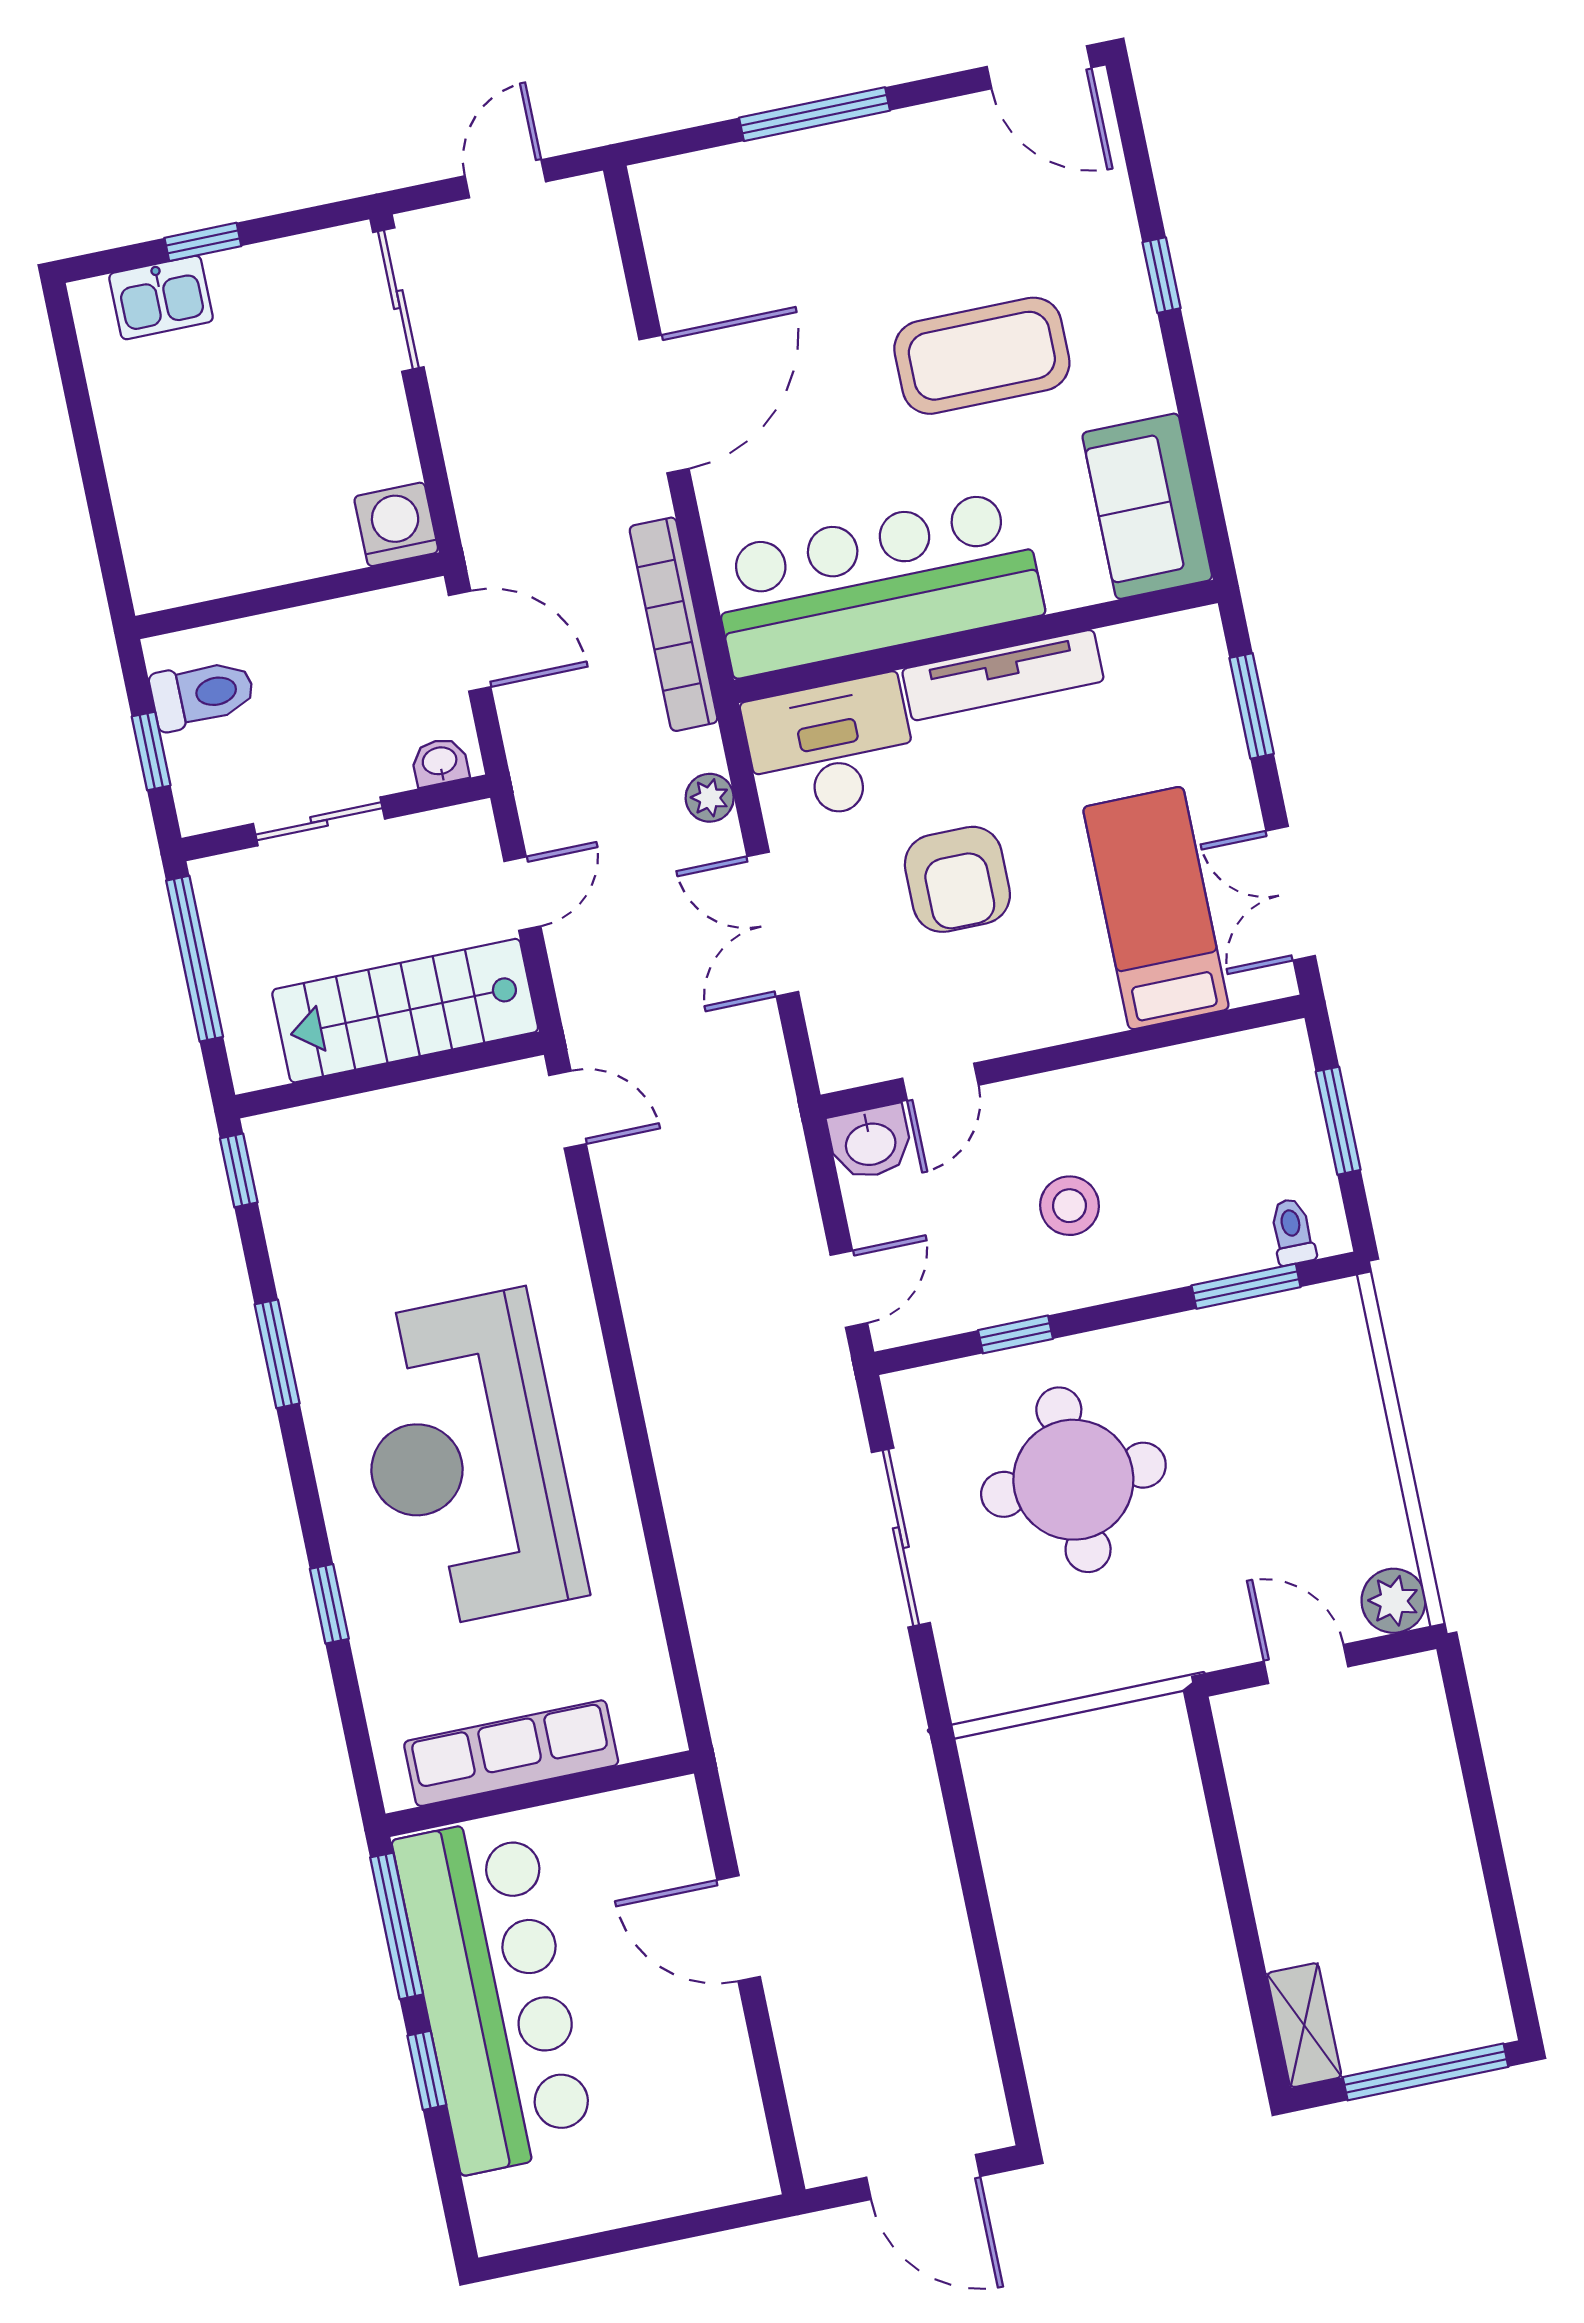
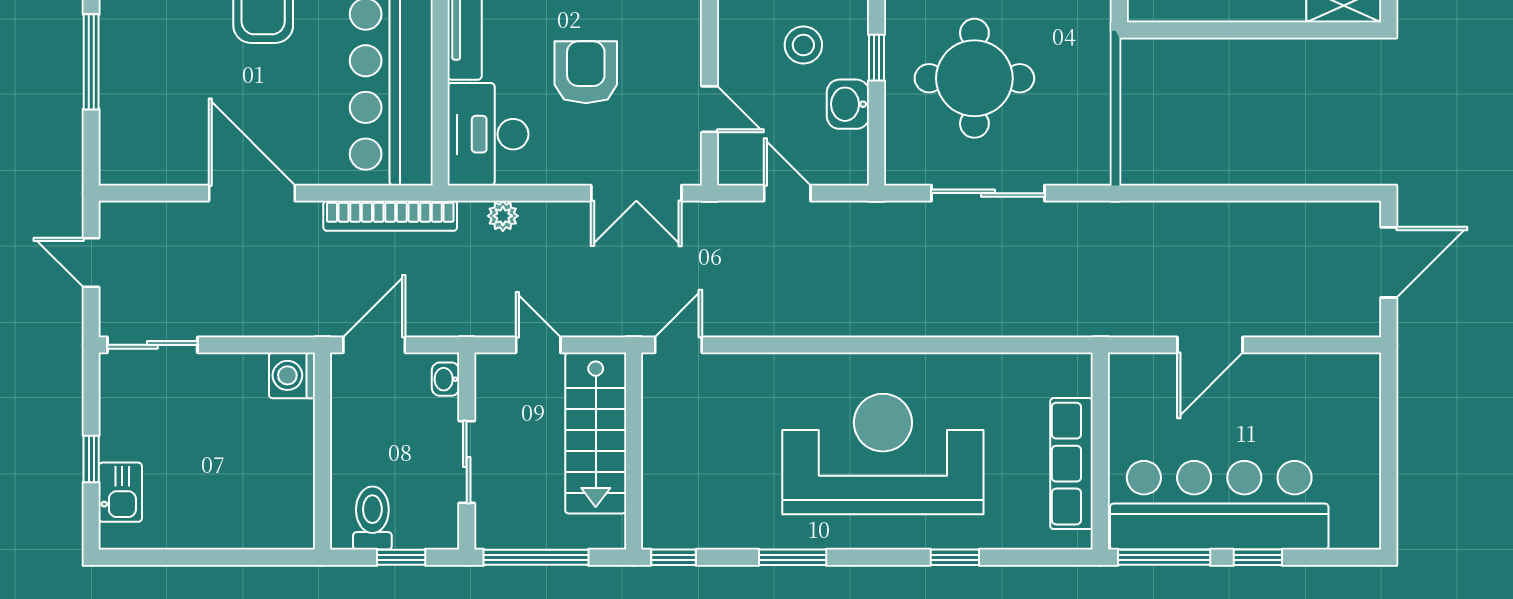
armchair: (957, 879) -> (586, 72), turned -90
double door: (773, 924) -> (636, 193), moved
washbasin: (870, 1142) -> (848, 104), moved, turned 180
door: (849, 1289) -> (787, 193), moved
window: (1016, 1334) -> (876, 58), moved
reception desk: (465, 1460) -> (883, 454), turned 180

